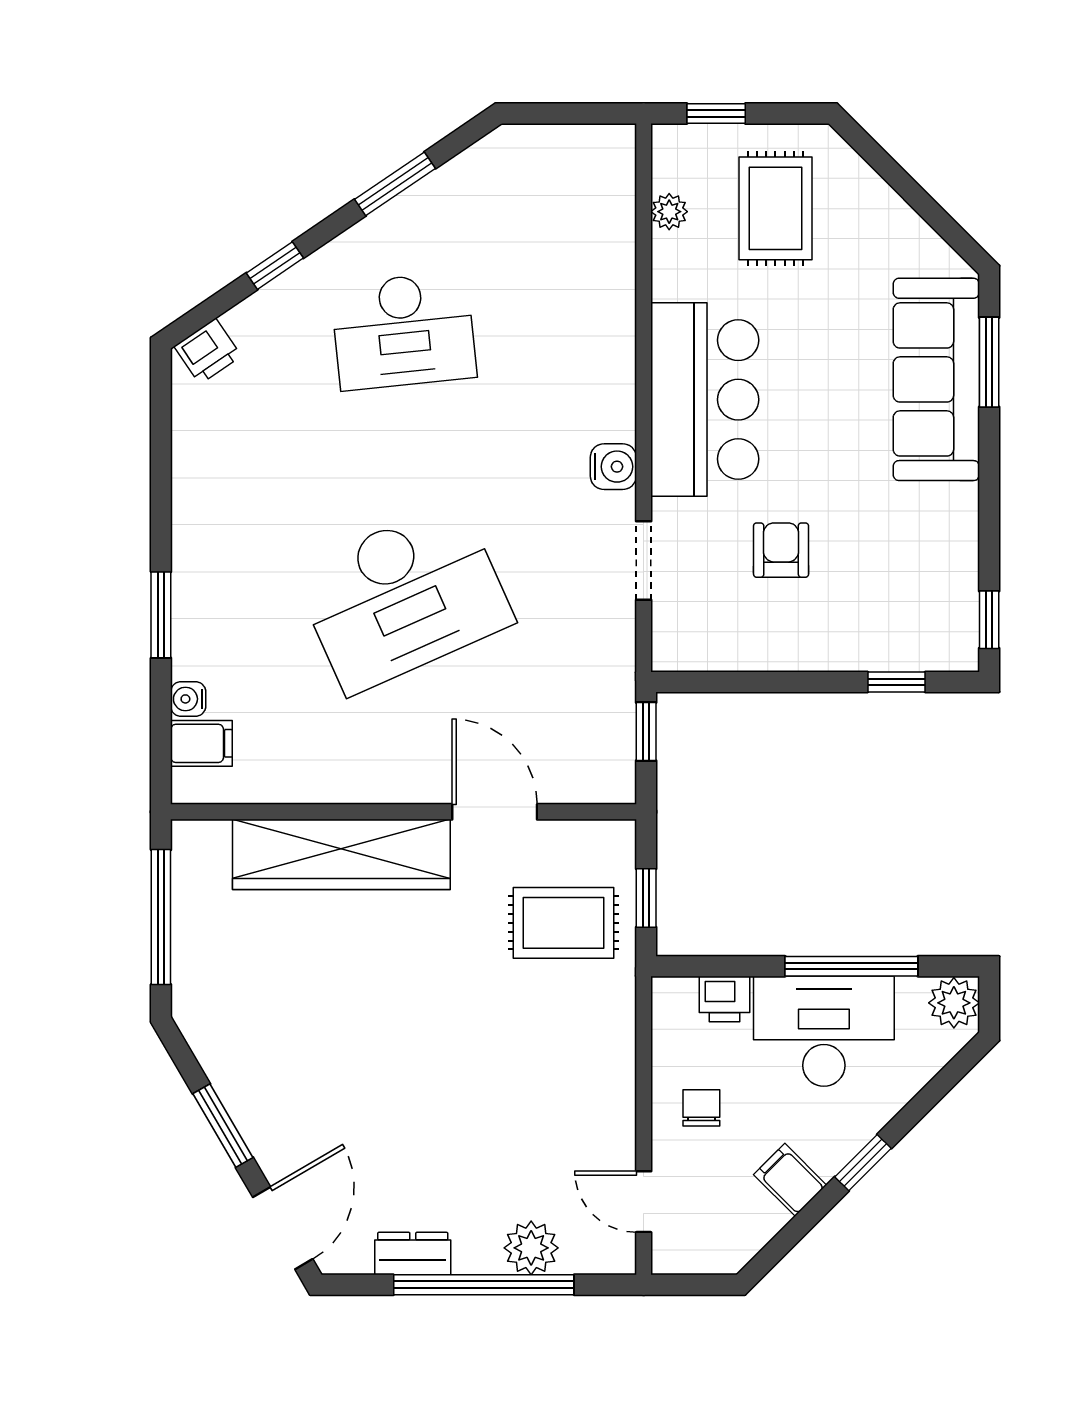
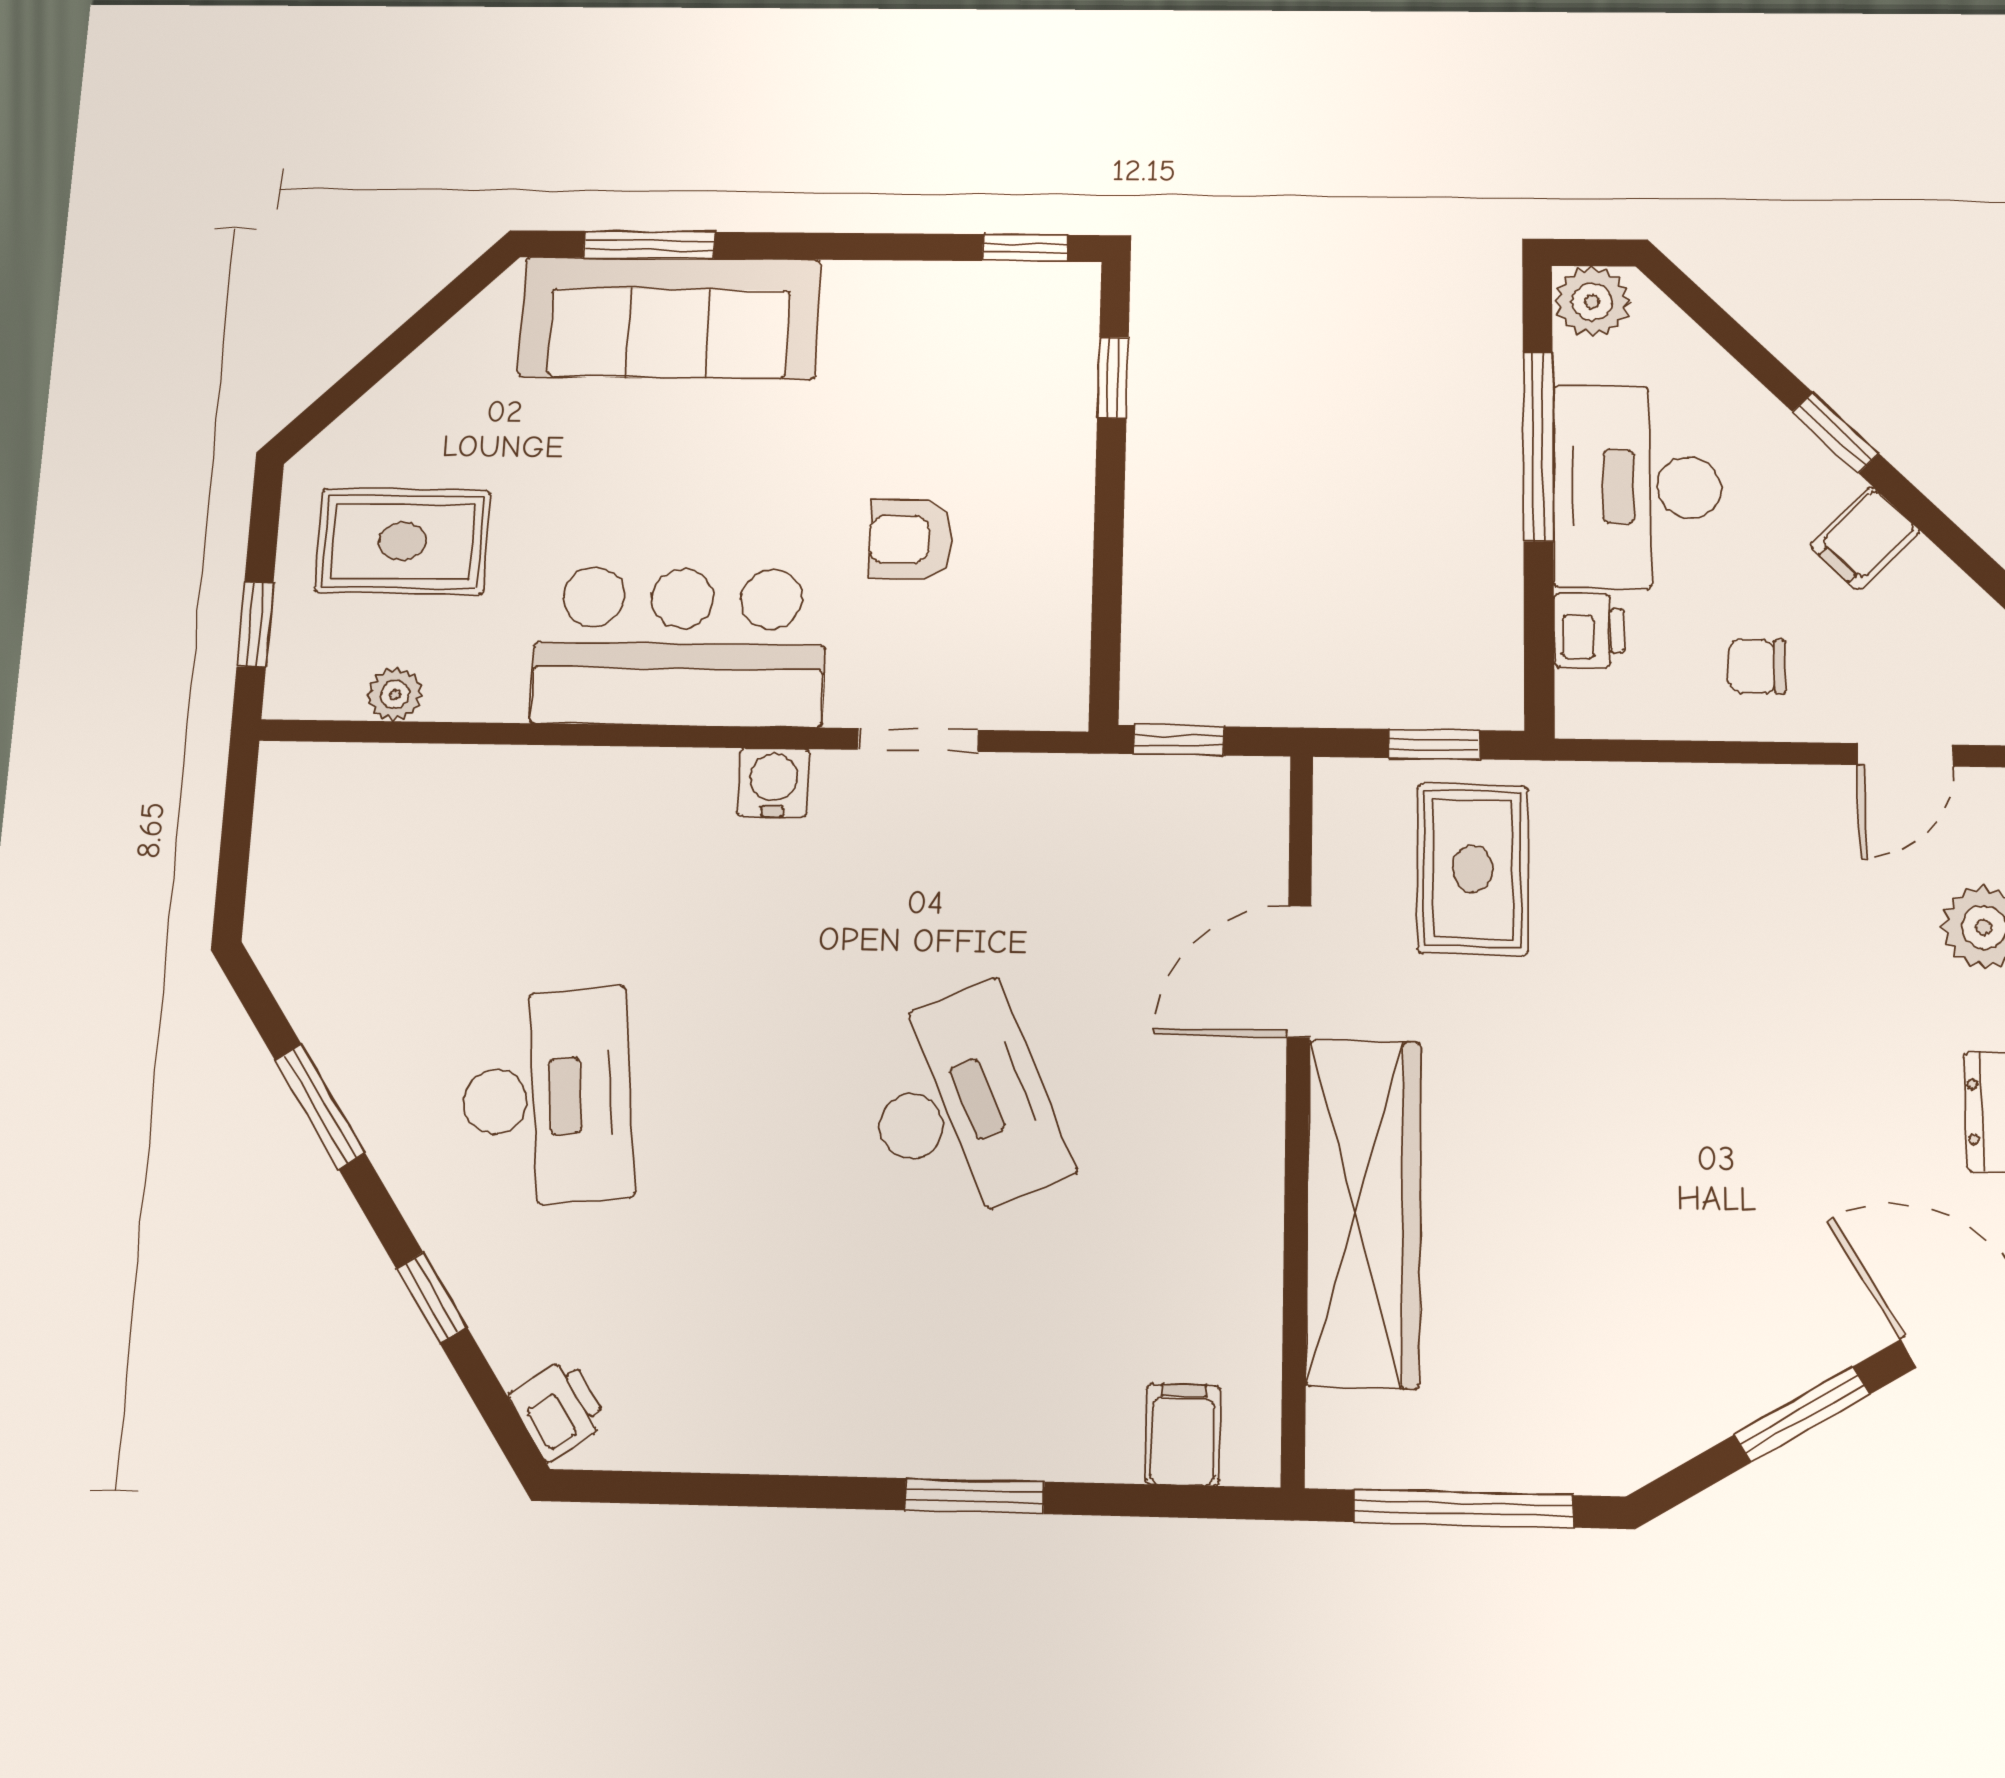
desk: (404, 597) -> (960, 1106), width x0.73, depth x0.77
water cooler: (188, 699) -> (1111, 1455), removed

